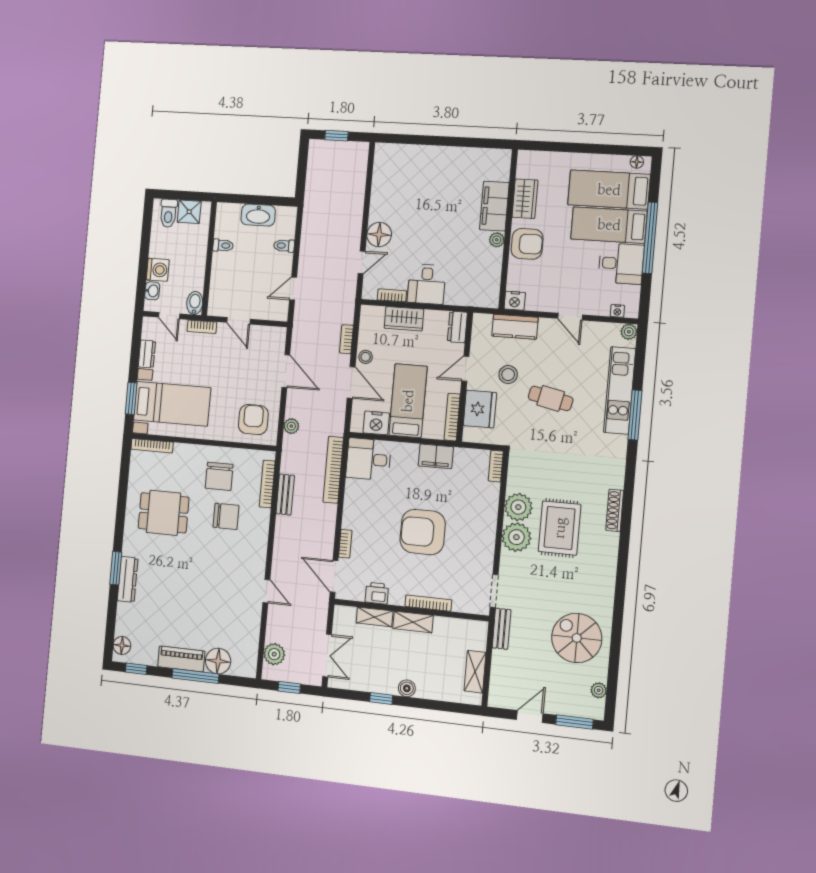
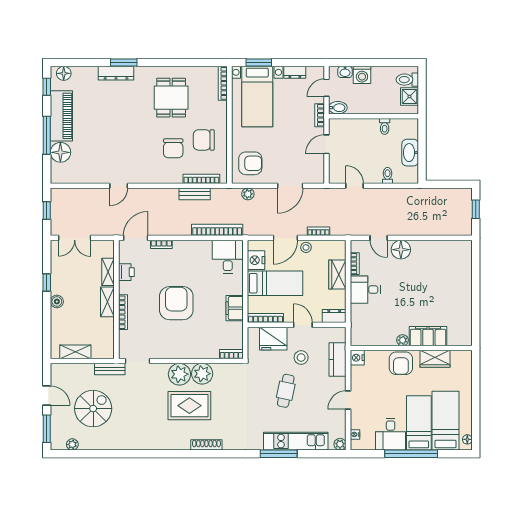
spiral stairs: (577, 638) -> (93, 409), moved
plant: (274, 654) -> (71, 196), removed
piano: (181, 659) -> (61, 116), width x1.37, depth x1.33

